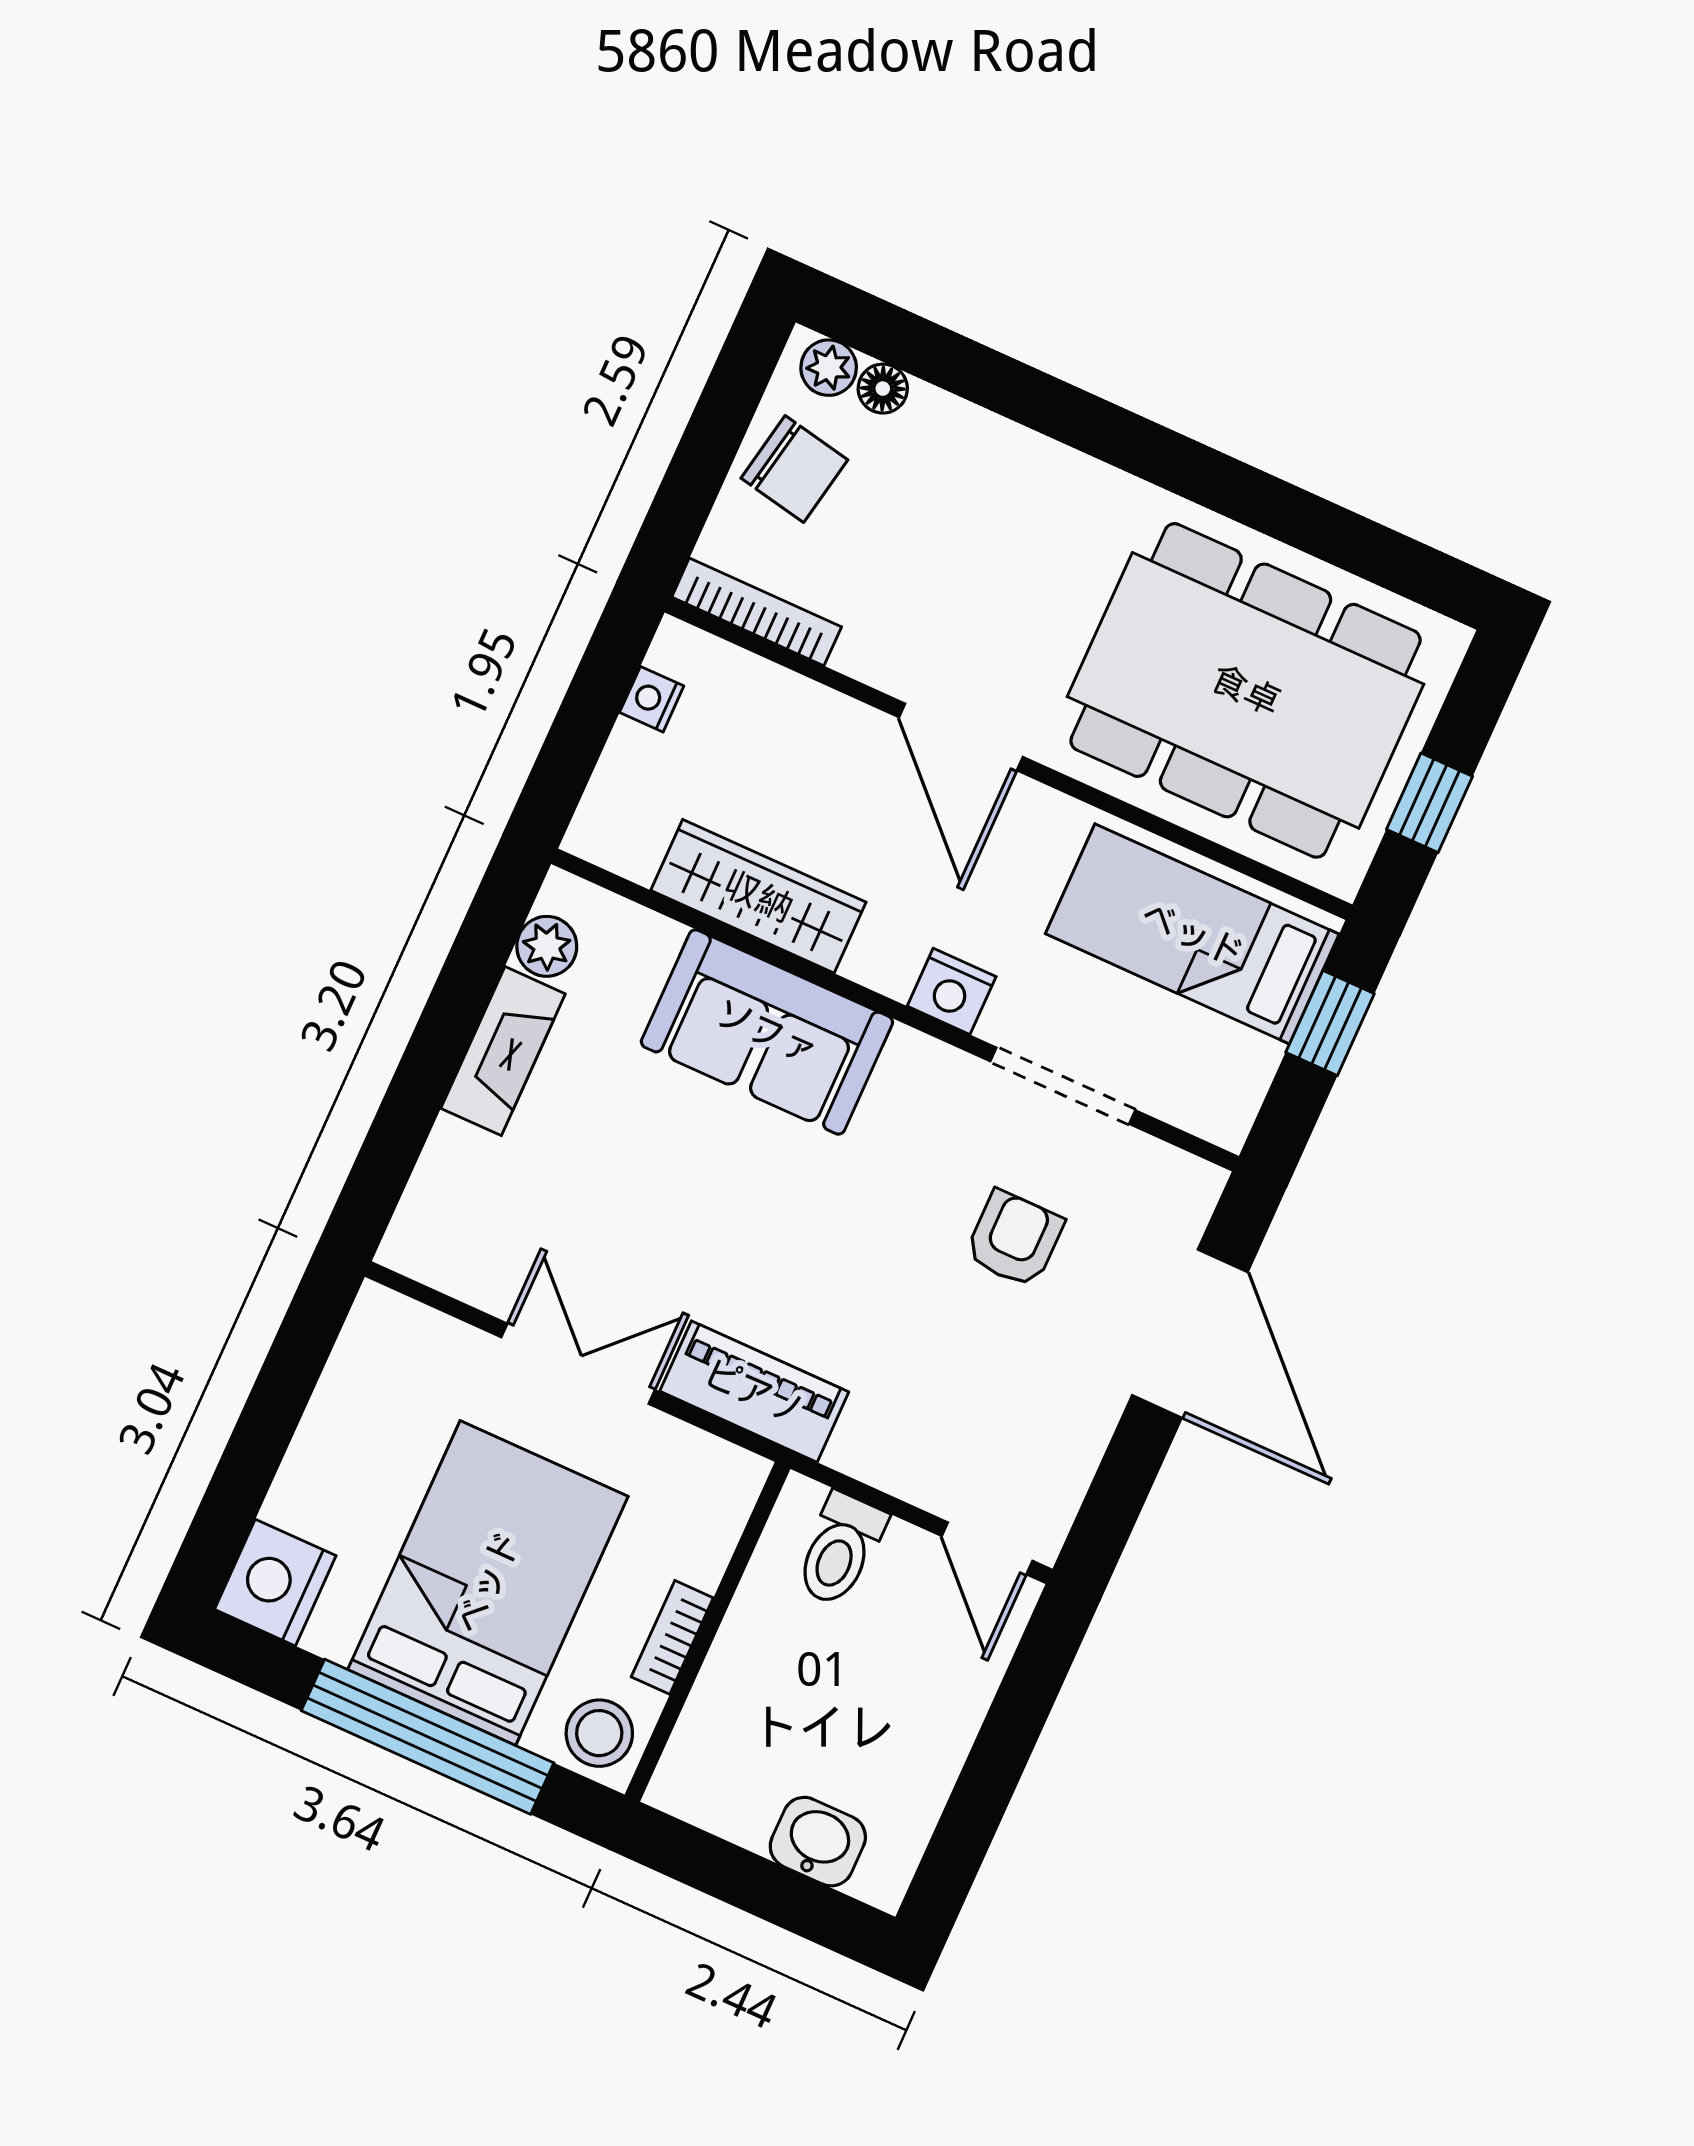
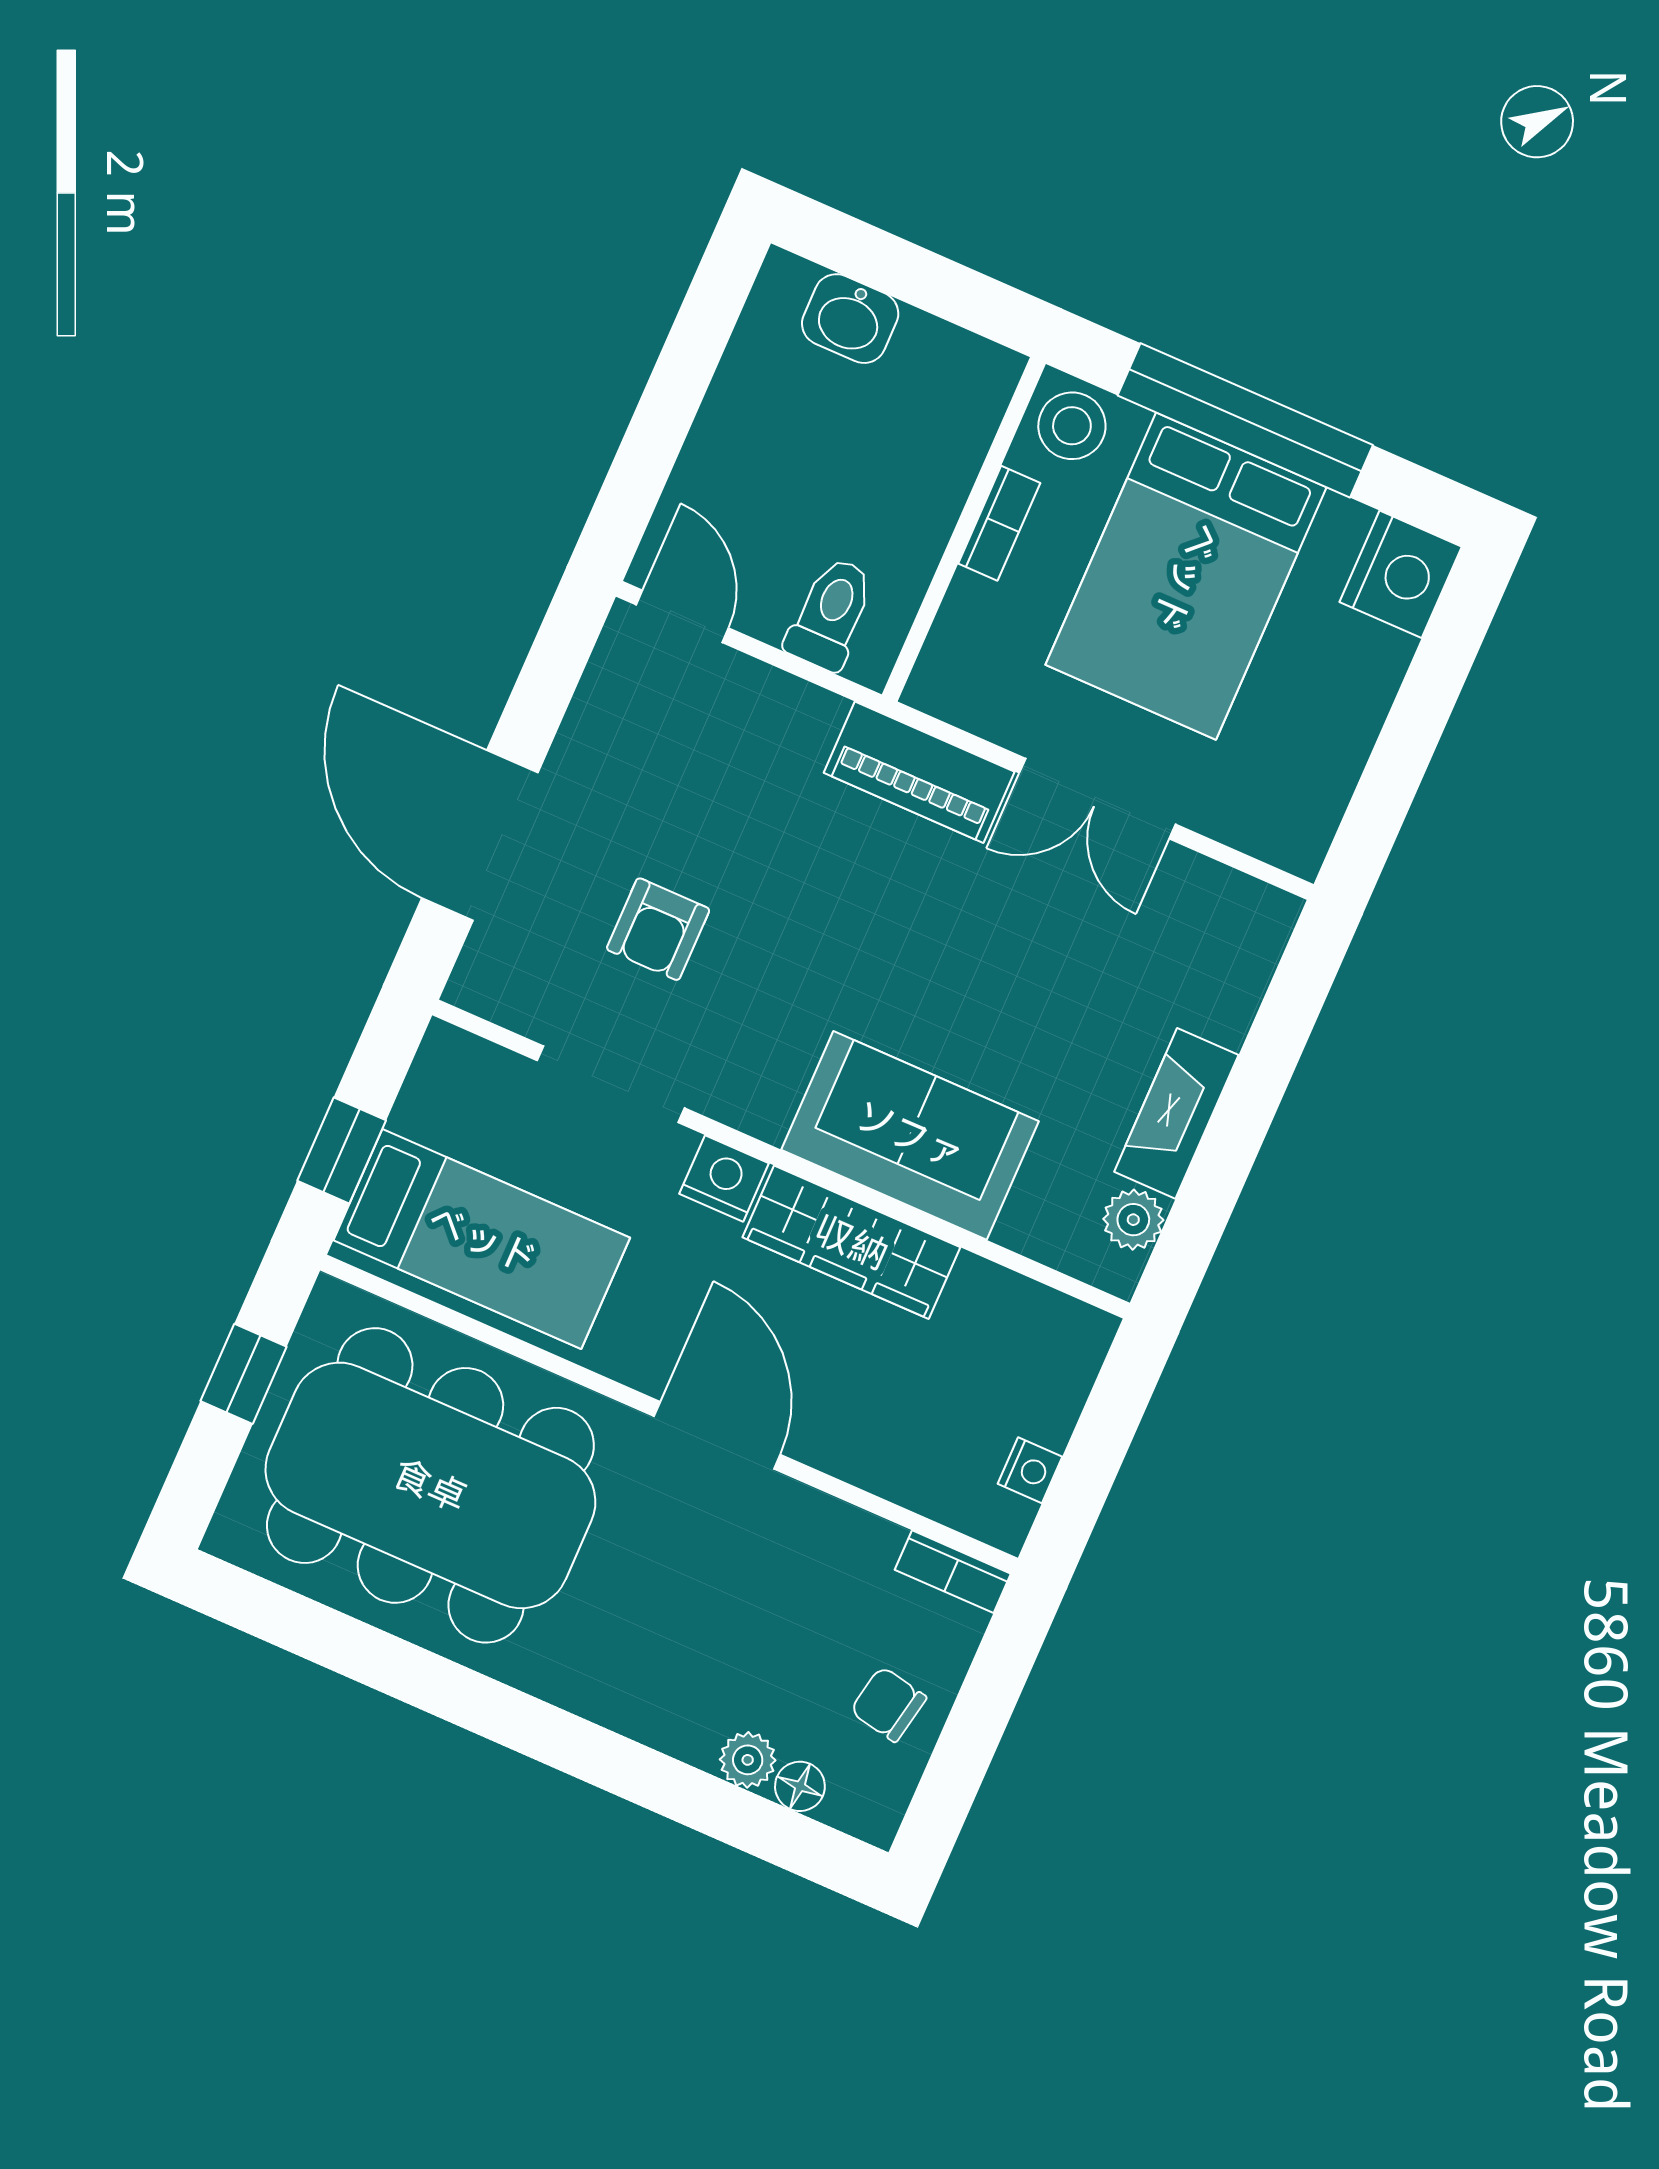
plant: (829, 368) -> (748, 1760), moved
chair: (794, 469) -> (888, 1704), width x0.73, depth x0.73
bookcase: (757, 612) -> (953, 1572), width x0.64
wardrobe: (758, 896) -> (851, 1242), moved

